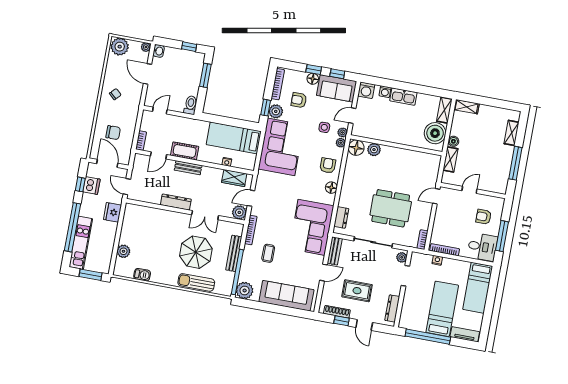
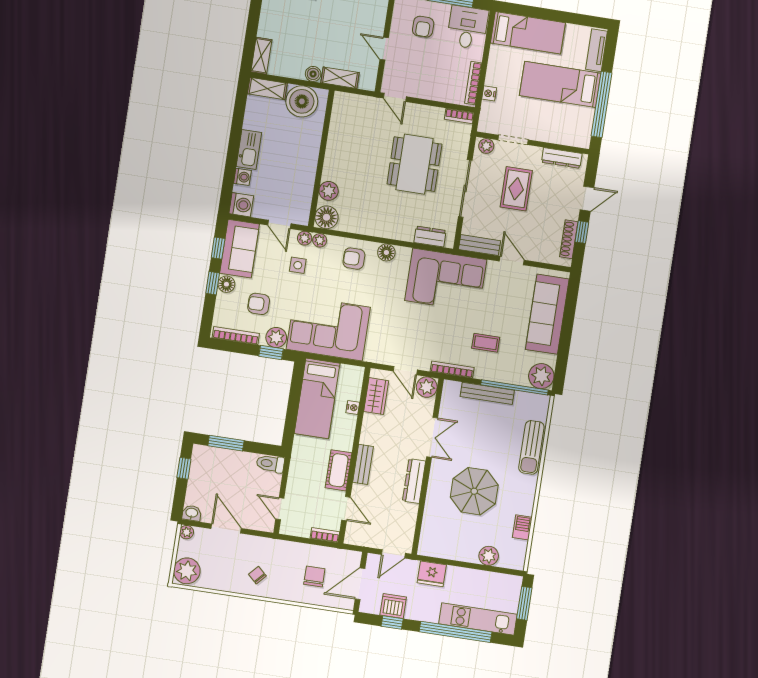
door: (147, 74) -> (226, 528), swing flipped
armchair: (299, 100) -> (259, 304), turned 90
parasol: (196, 252) -> (474, 491), moved
rug: (357, 291) -> (516, 189), moved

